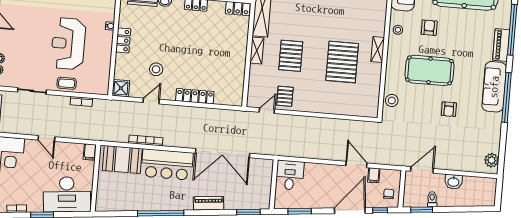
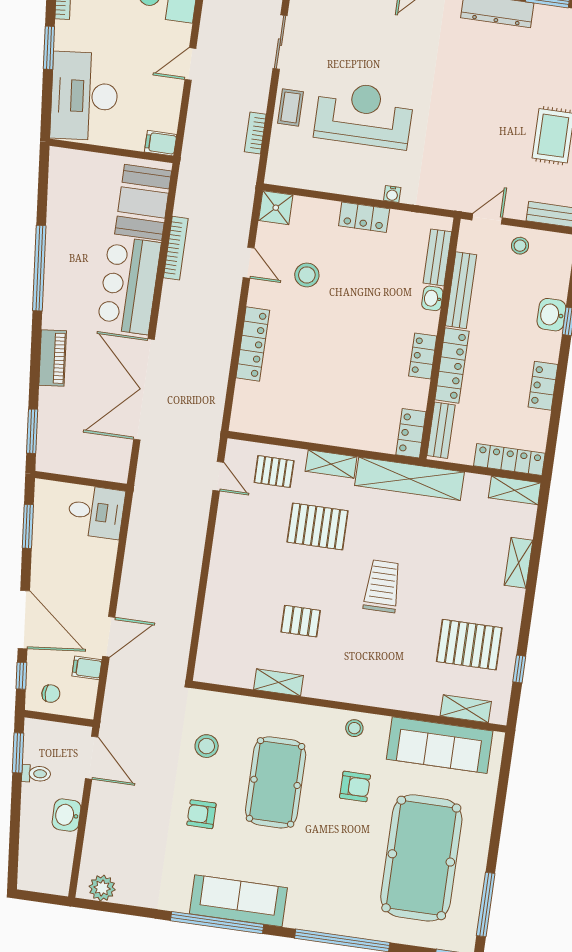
trolley: (321, 19) -> (382, 586), added
piano: (501, 45) -> (315, 918), removed
shelving: (378, 49) -> (278, 682), moved
pallet: (342, 62) -> (301, 621), width x0.49, depth x0.50
pallet: (285, 96) -> (274, 472), moved
stool: (392, 100) -> (207, 746), moved

